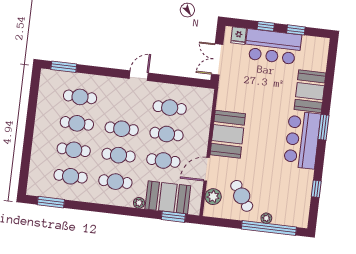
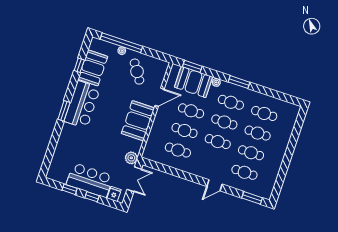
door: (139, 76) -> (215, 185), moved
booth: (310, 91) -> (93, 68), moved
plant: (213, 197) -> (131, 158), moved
window: (51, 202) -> (239, 82), moved

